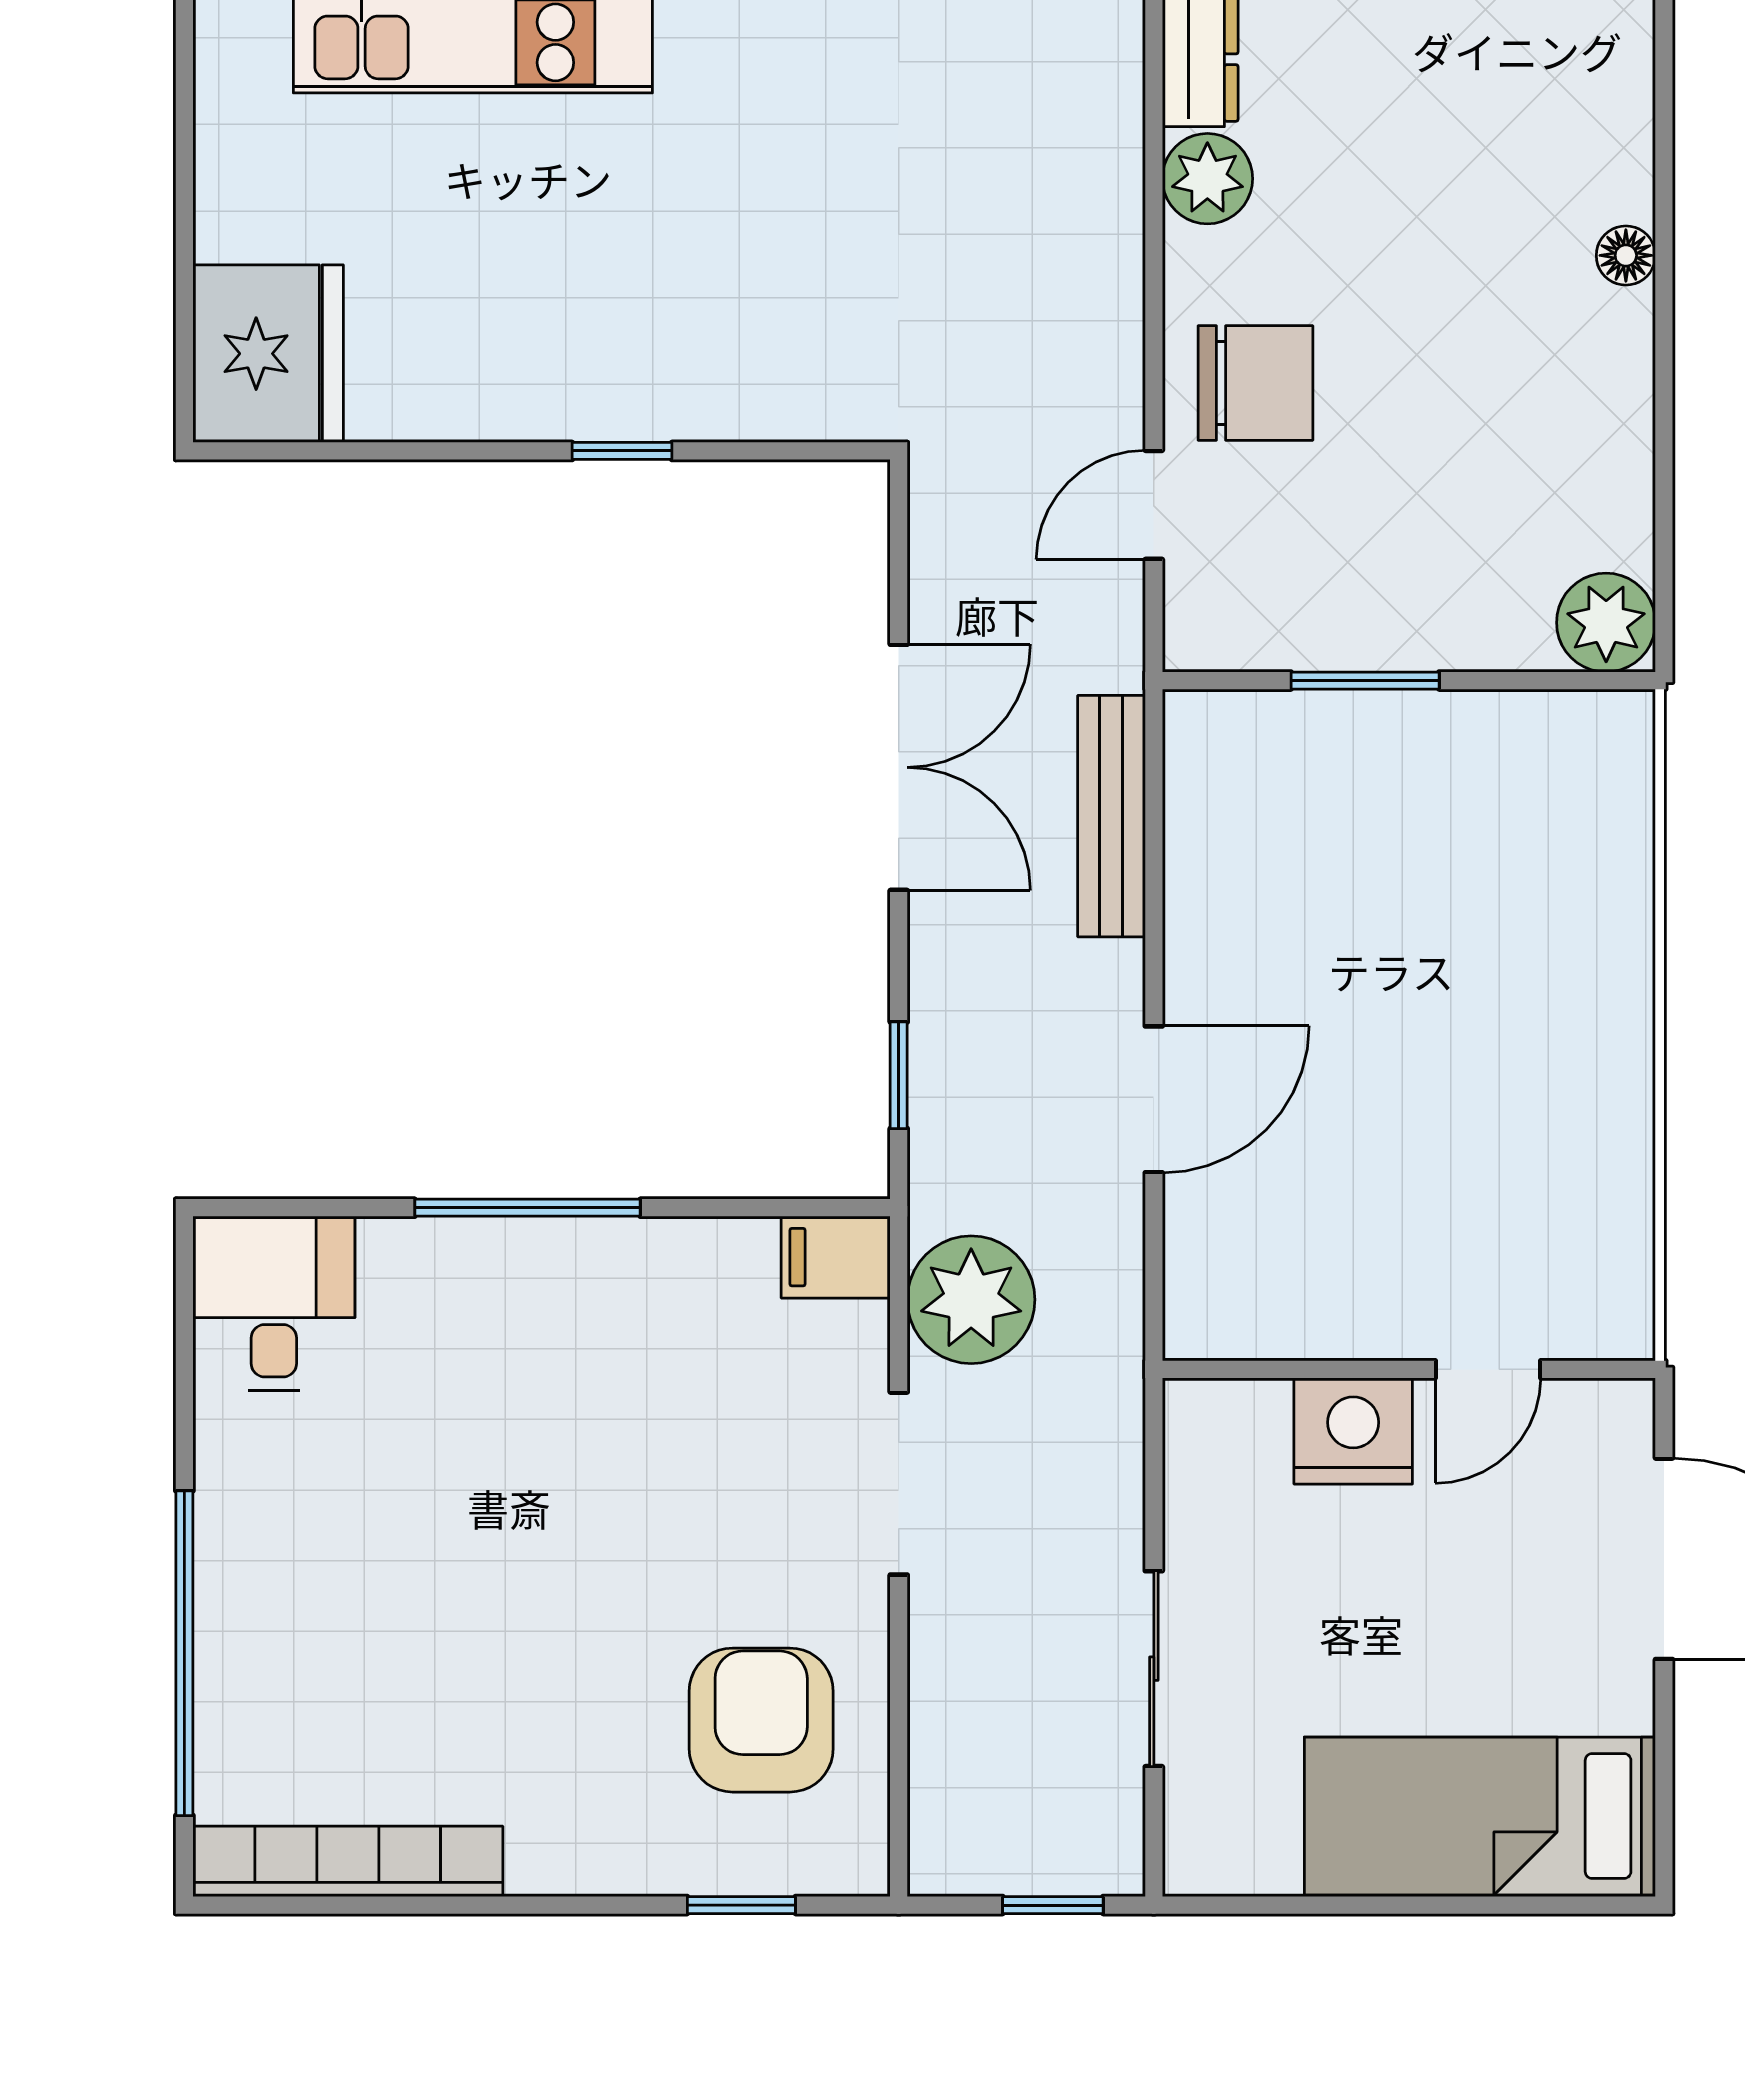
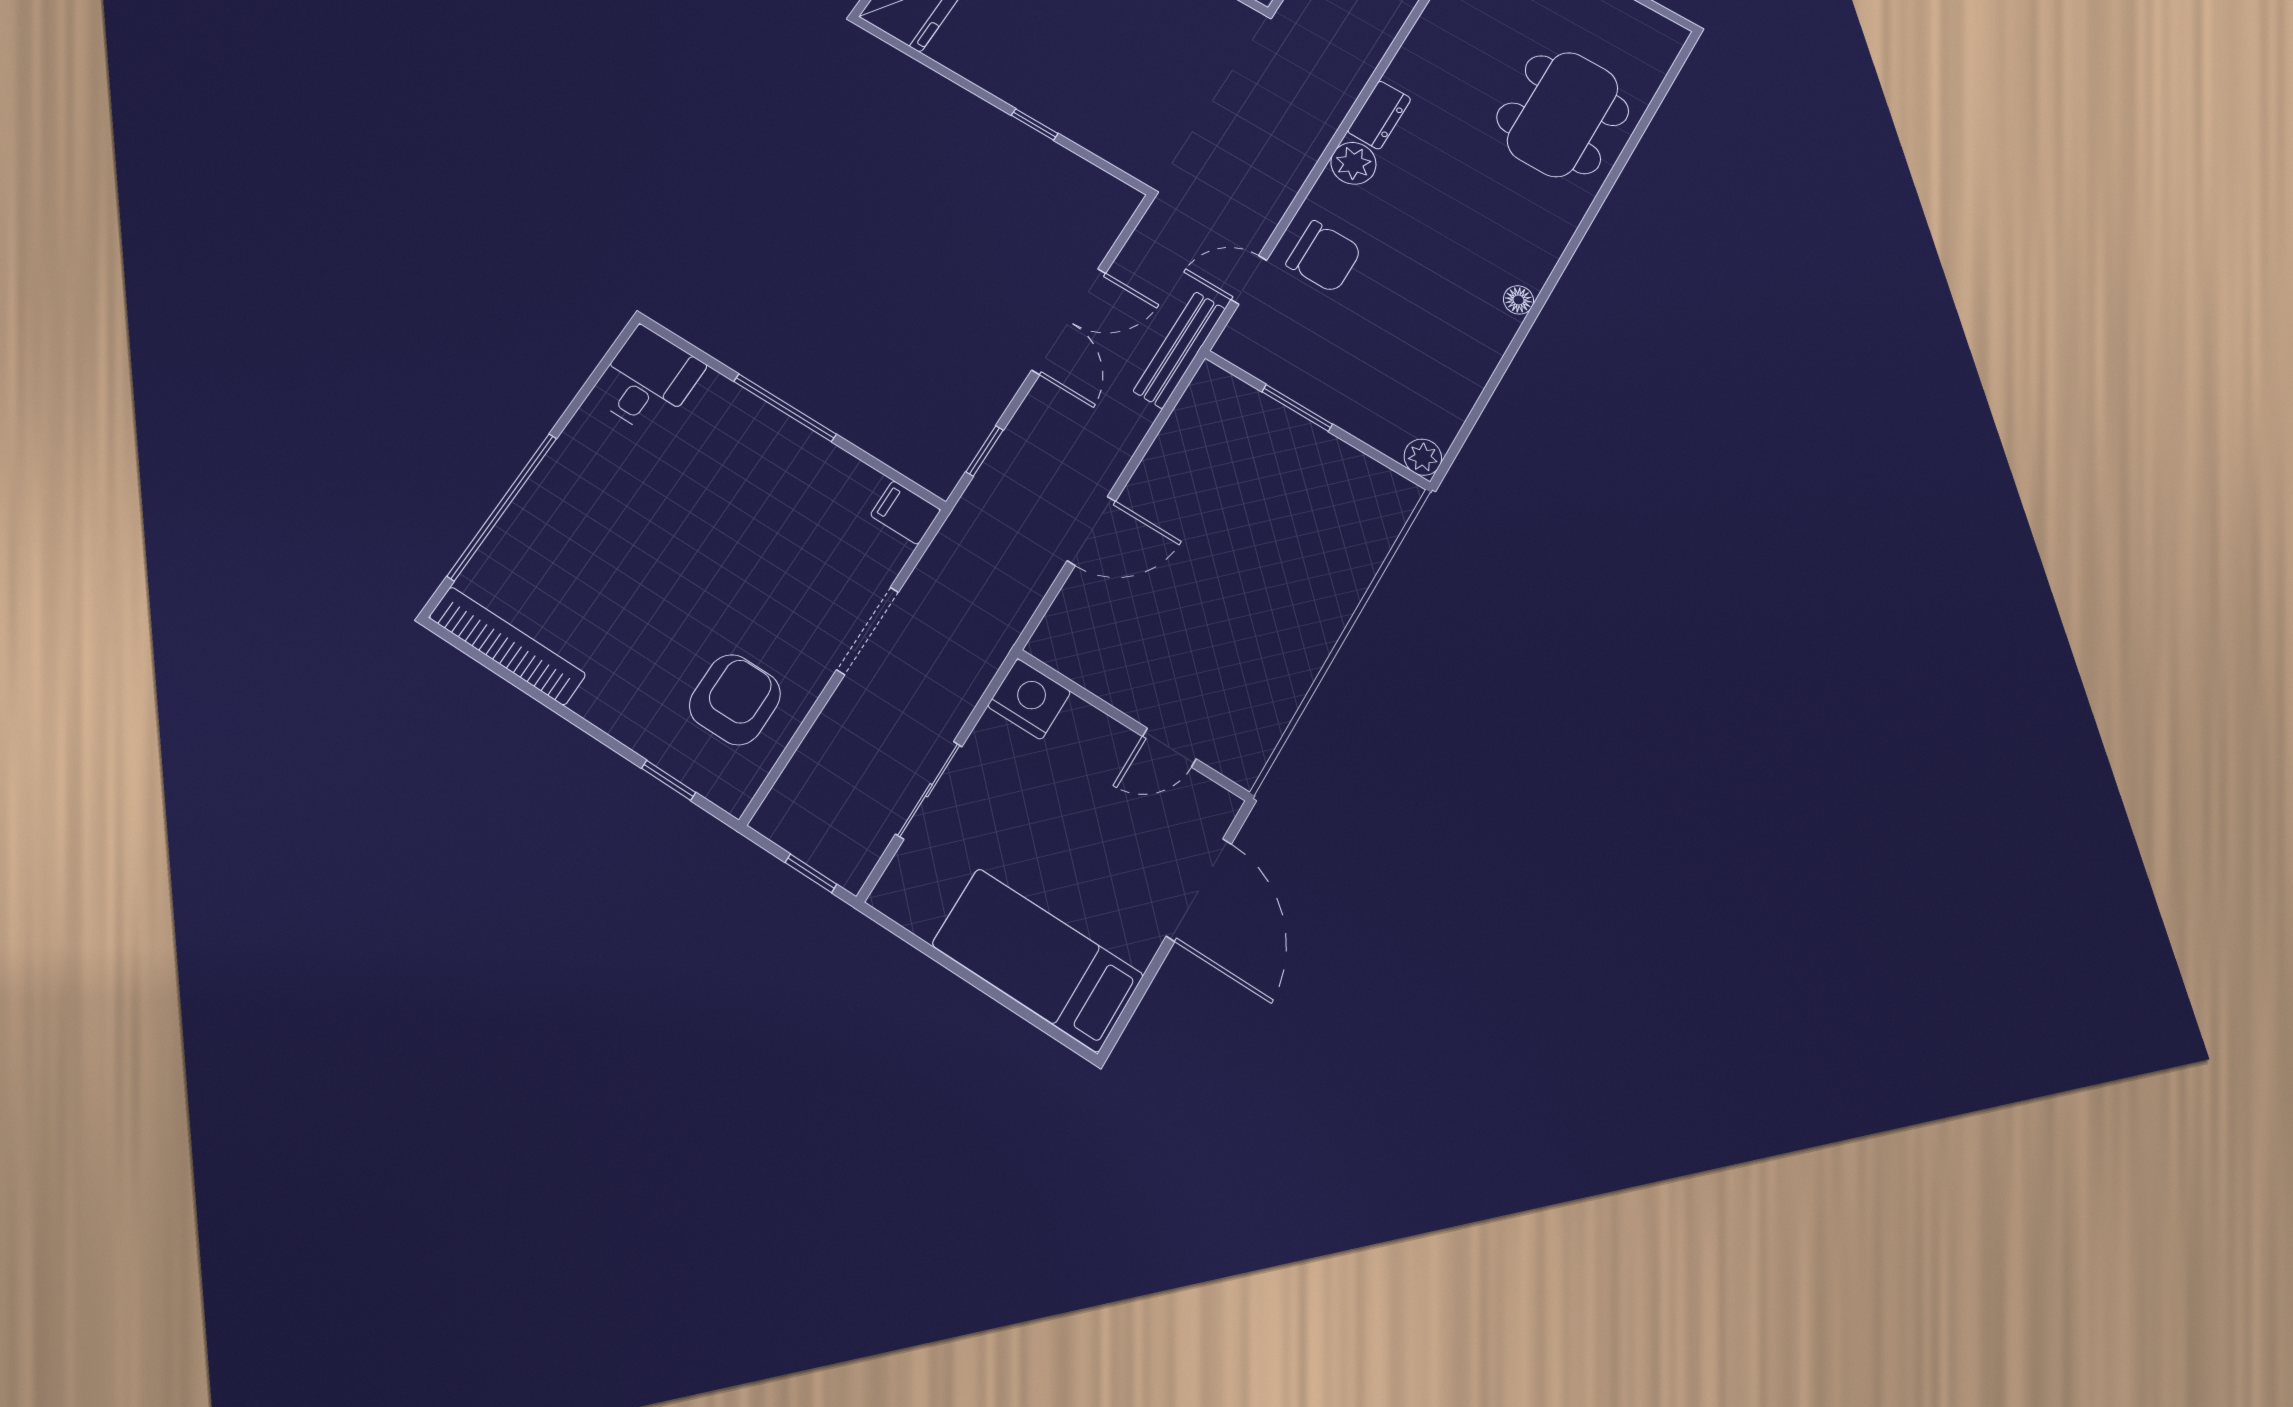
plant: (1606, 623) -> (1423, 457), width x0.73, depth x0.73
bench: (1111, 816) -> (1179, 350), moved
plant: (971, 1300) -> (953, 569), removed
nightstand: (1353, 1431) -> (1029, 699), moved

